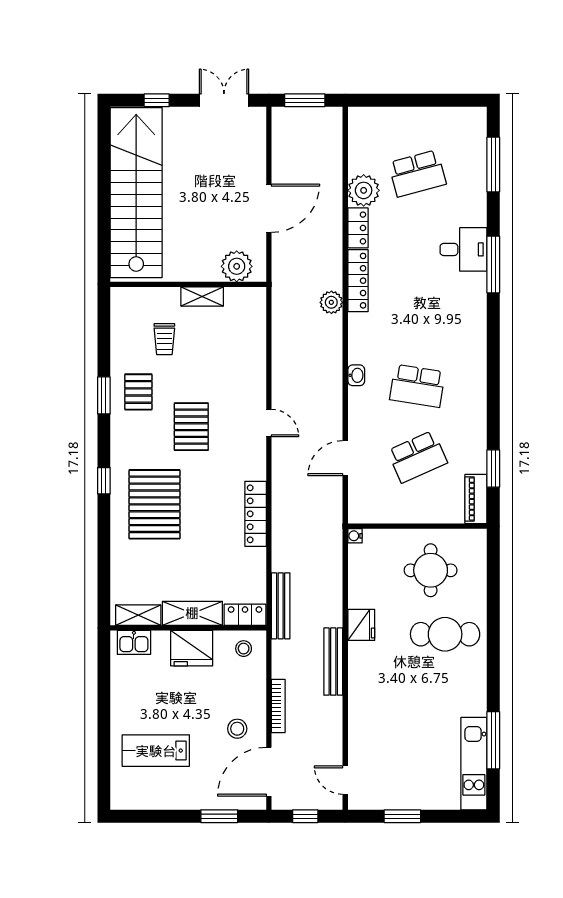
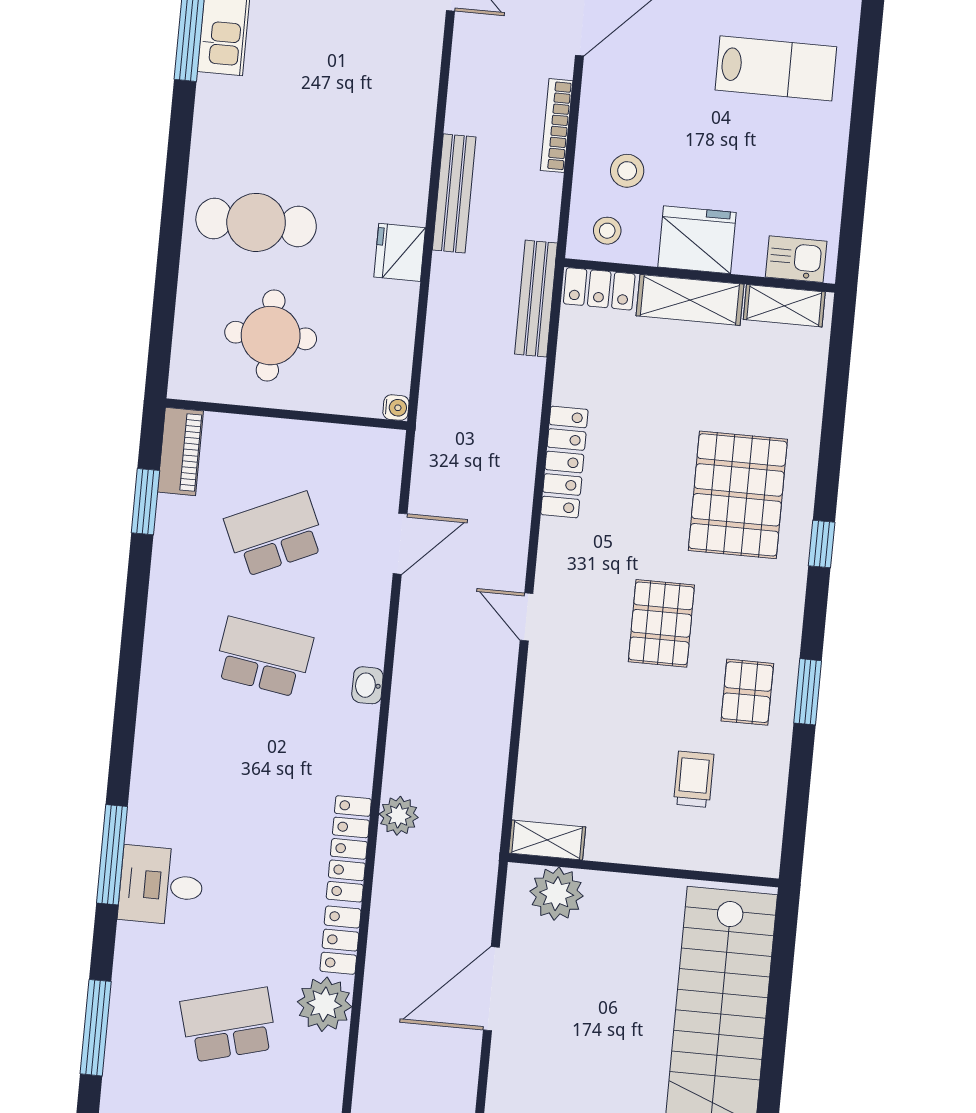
shelving: (202, 296) -> (547, 840), moved
stool: (237, 729) -> (627, 171), moved

